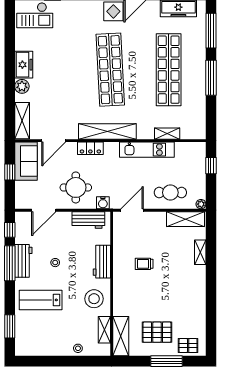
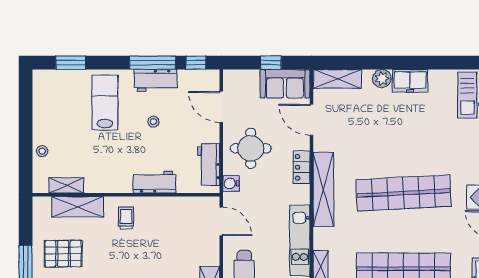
trolley: (144, 264) -> (126, 218), moved
stool: (94, 299) -> (107, 172), removed
pallet: (157, 332) -> (63, 254), turned 90
shelving: (121, 336) -> (78, 207), moved

